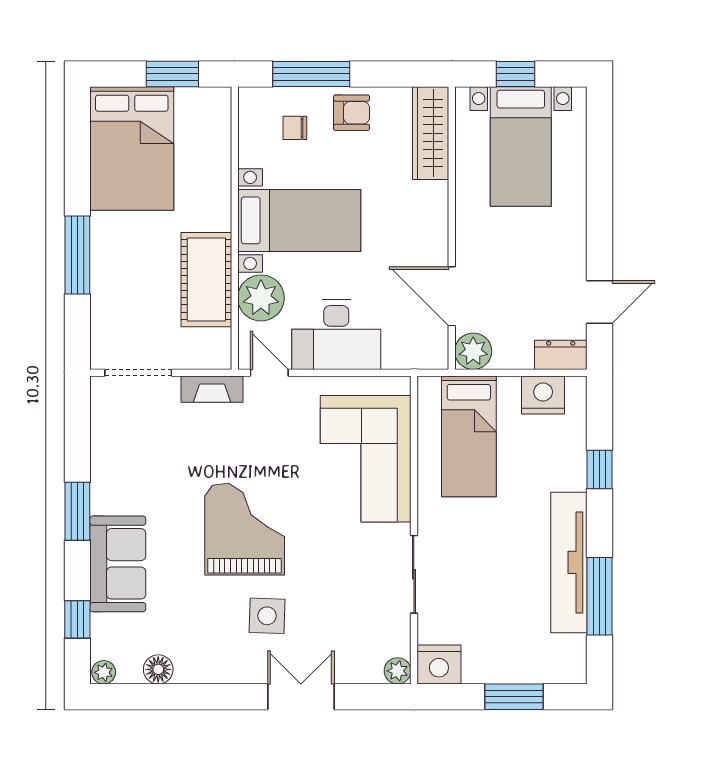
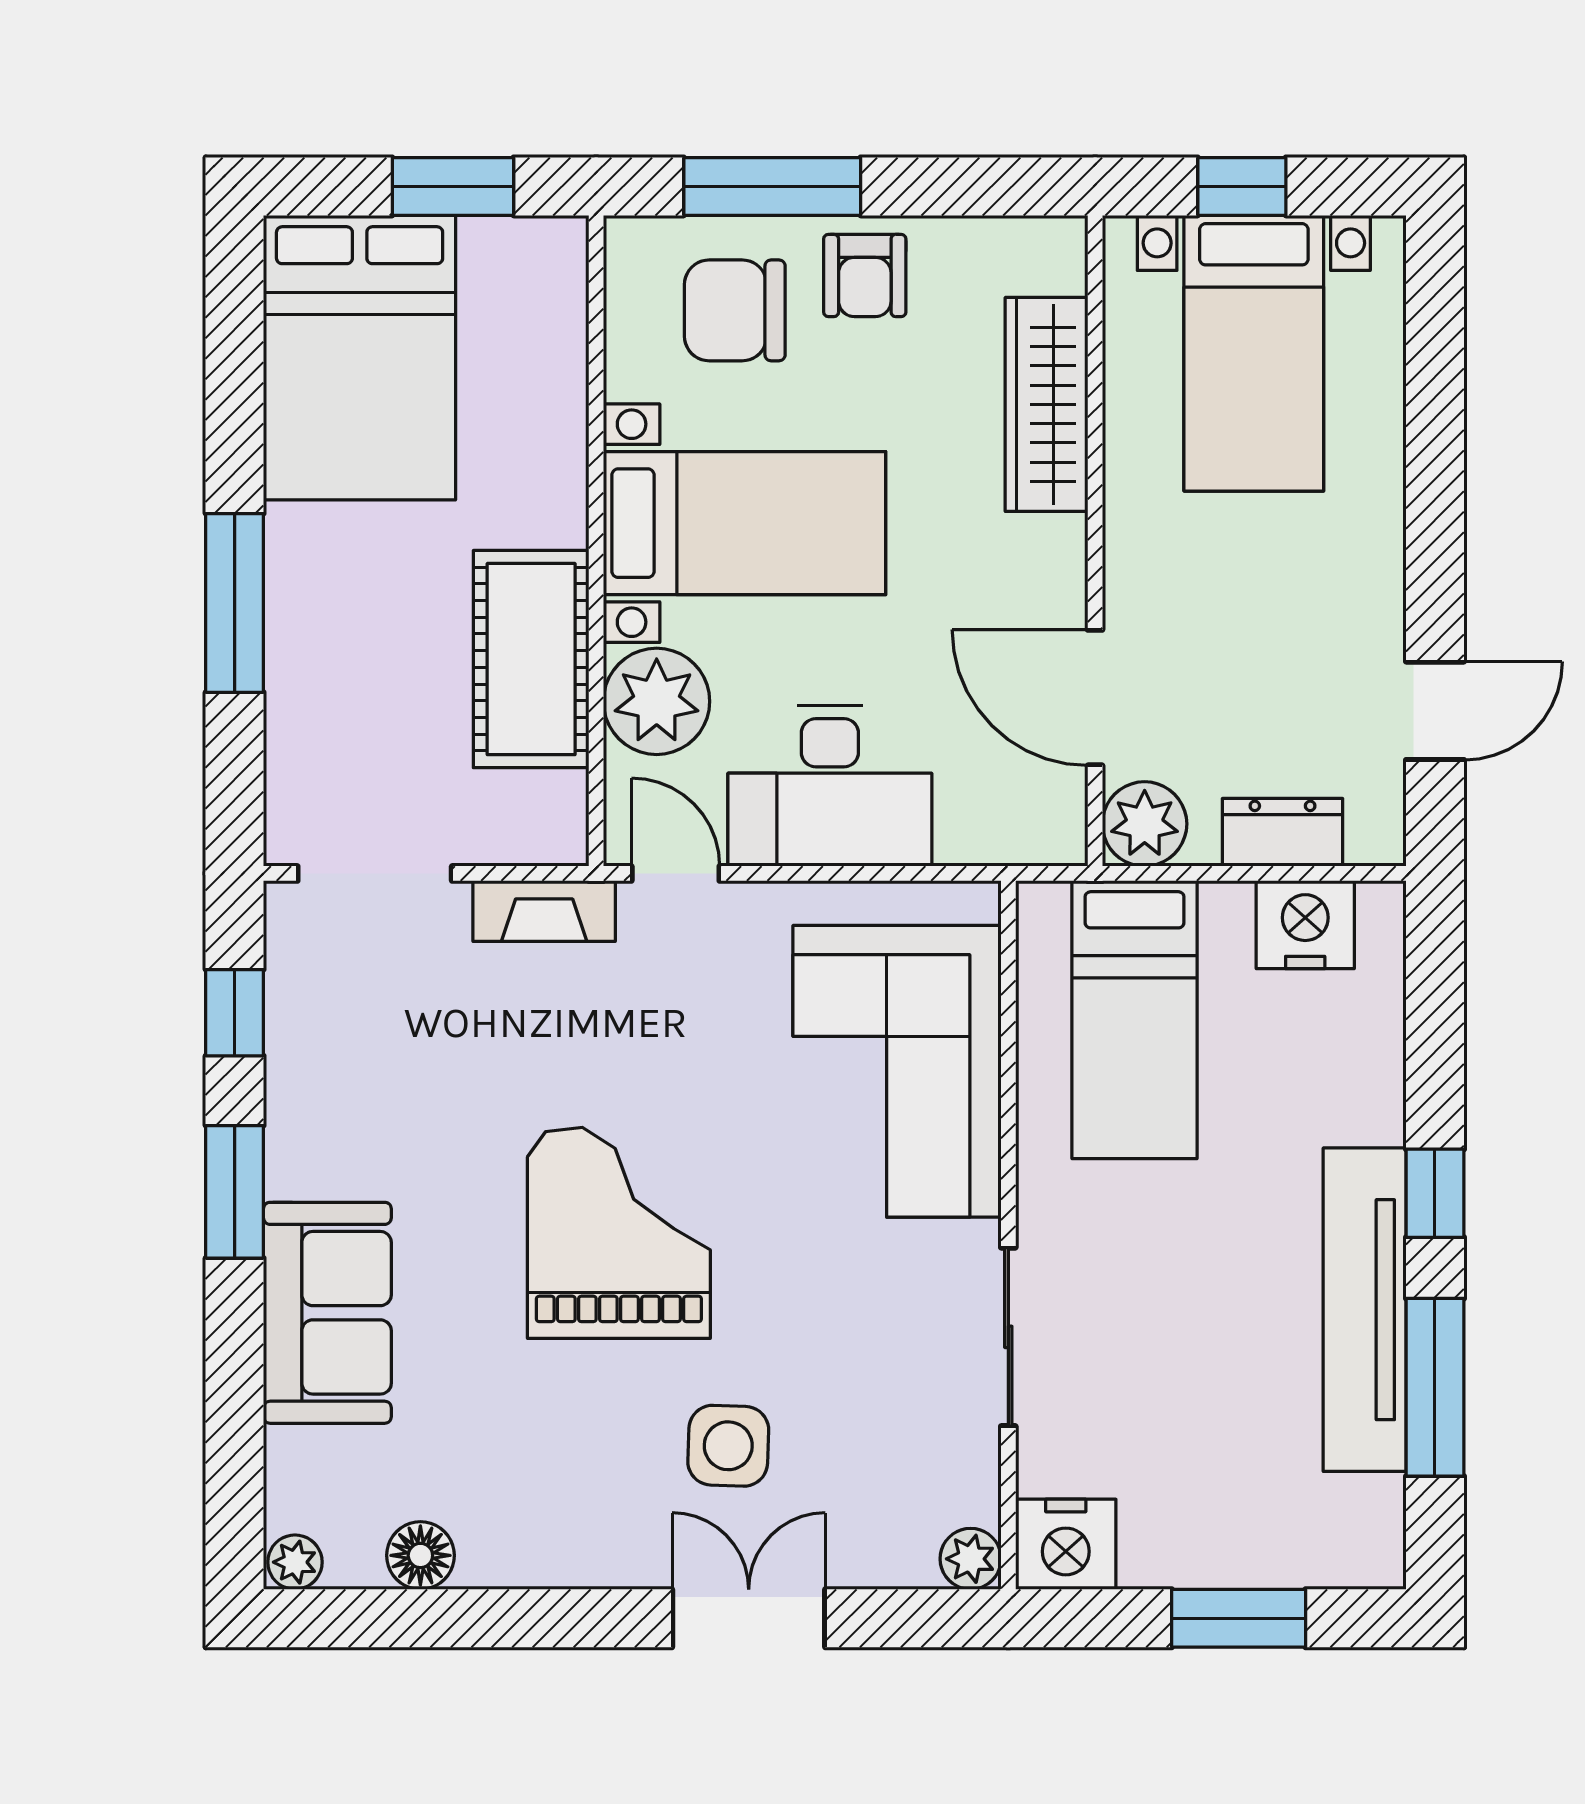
armchair: (352, 113) -> (865, 275), turned 90
chair: (295, 128) -> (735, 310), width x1.87, depth x1.87
wardrobe: (431, 133) -> (1047, 404), moved
dresser: (561, 355) -> (1282, 832), moved
window: (599, 470) -> (1435, 1193), moved
side table: (267, 616) -> (728, 1446), moved
window: (77, 619) -> (235, 1013), moved

